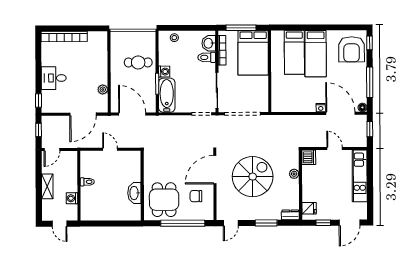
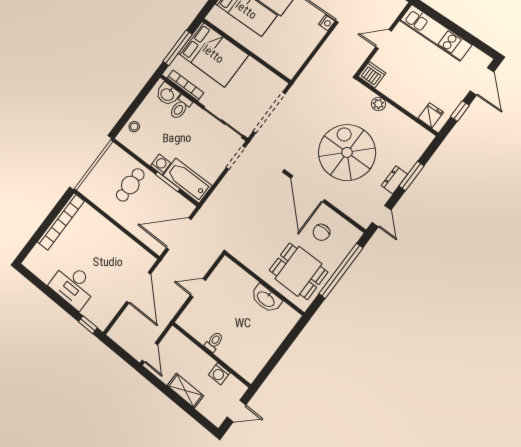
bookcase: (64, 37) -> (61, 221), moved
desk: (54, 78) -> (73, 285), width x1.37
plant: (103, 89) -> (129, 245), removed
window: (39, 130) -> (118, 350), removed
dresser: (290, 215) -> (394, 180), moved

